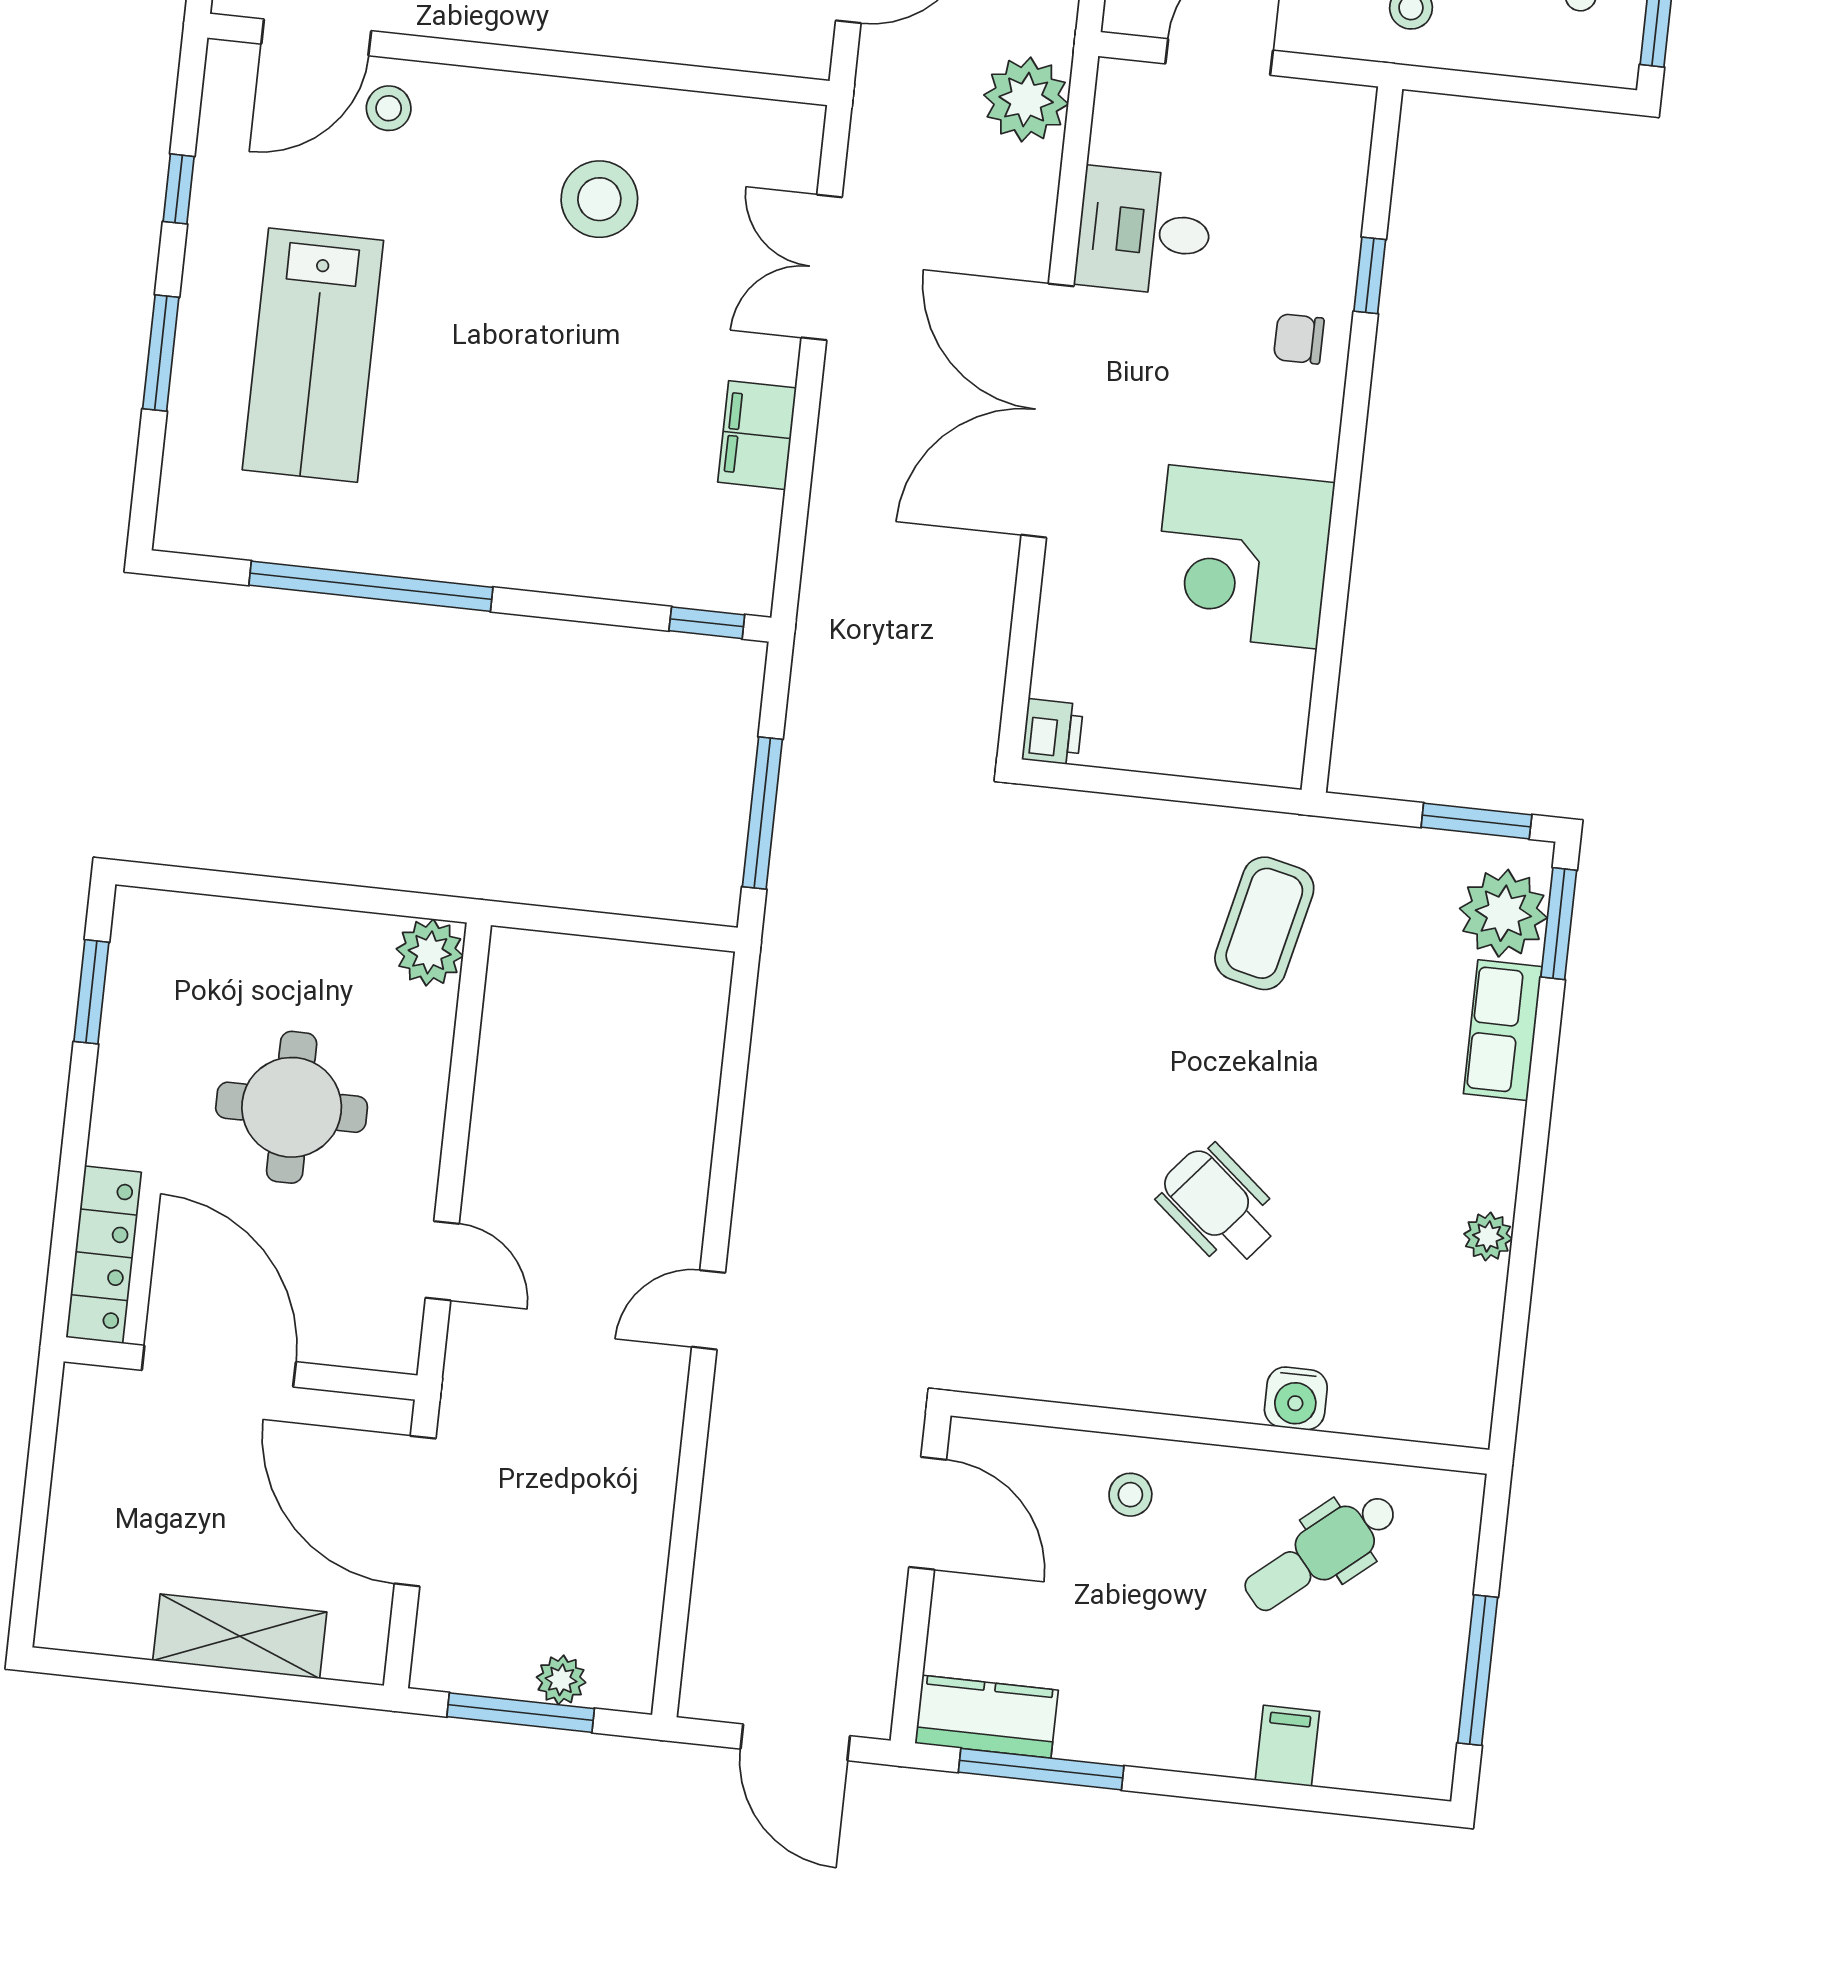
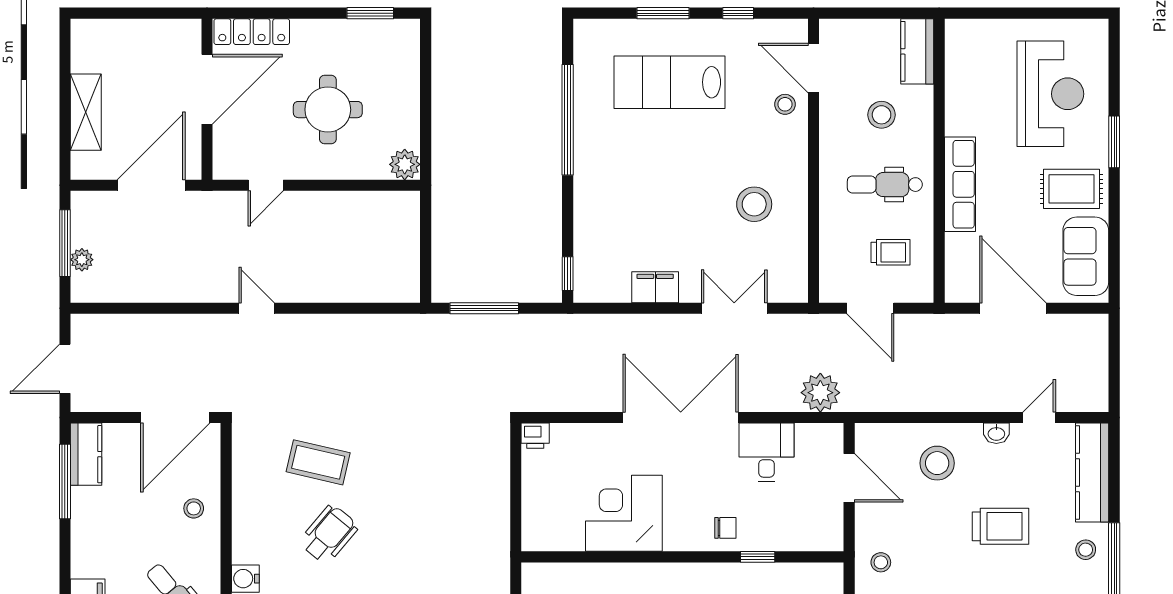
chair: (1299, 339) -> (725, 528), turned 90
coffee table: (1264, 923) -> (318, 462), moved
door: (928, 1513) -> (175, 417), width x1.36

